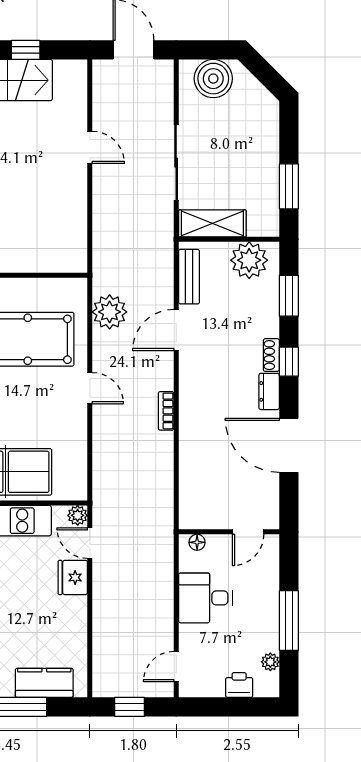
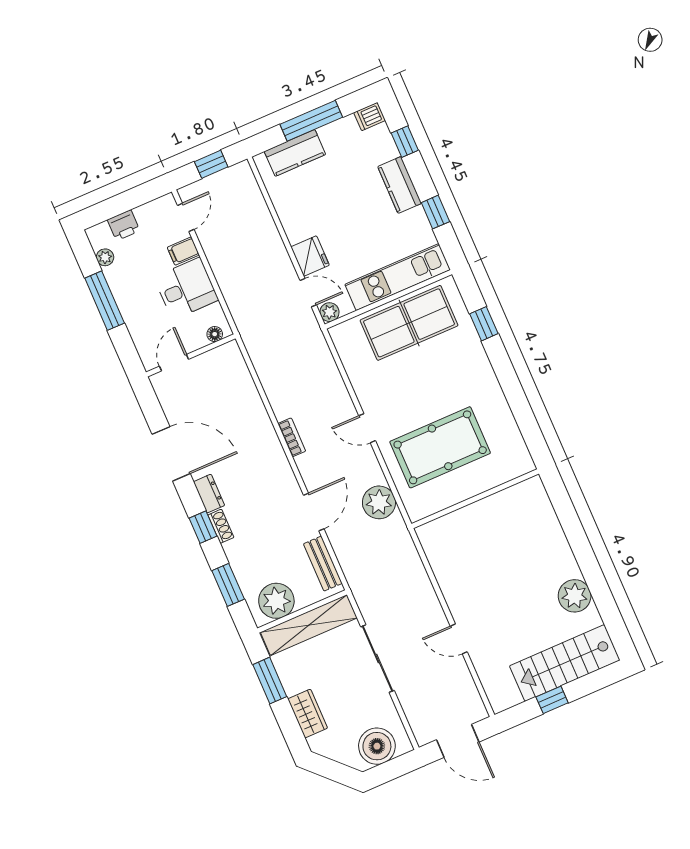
wardrobe: (266, 139) -> (308, 713), added
shelving: (212, 223) -> (309, 625), width x1.47
filing cabinet: (193, 635) -> (183, 251), added

